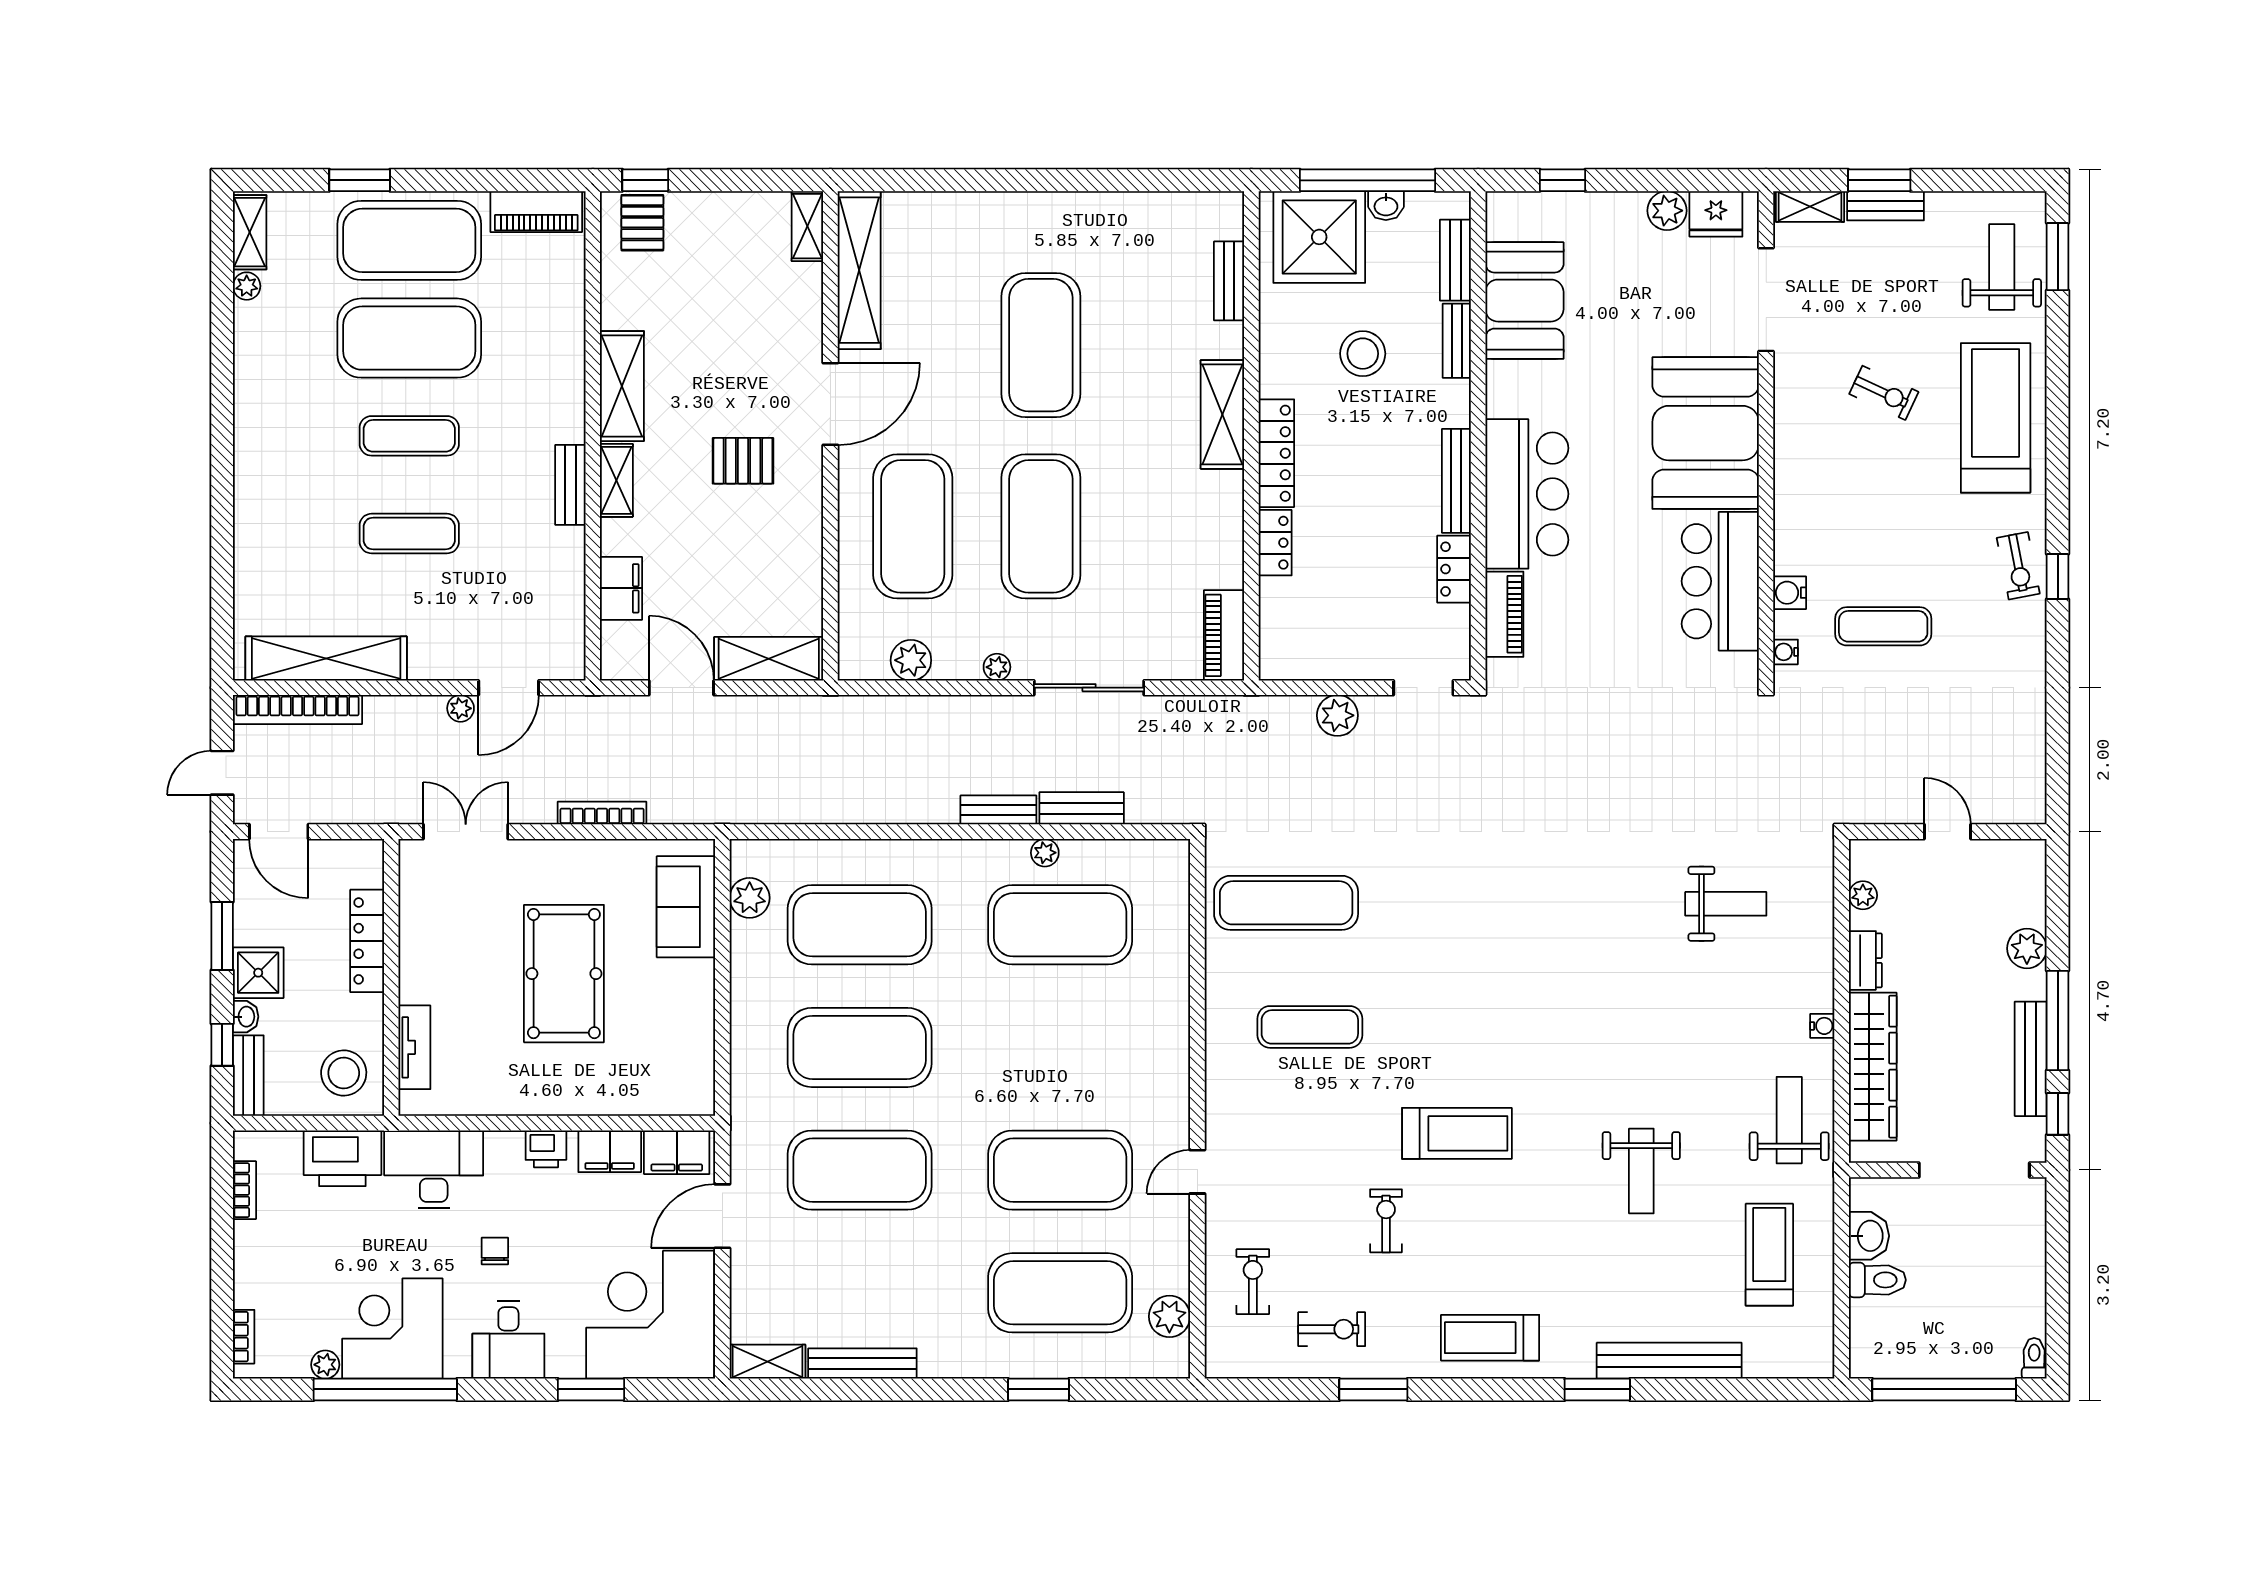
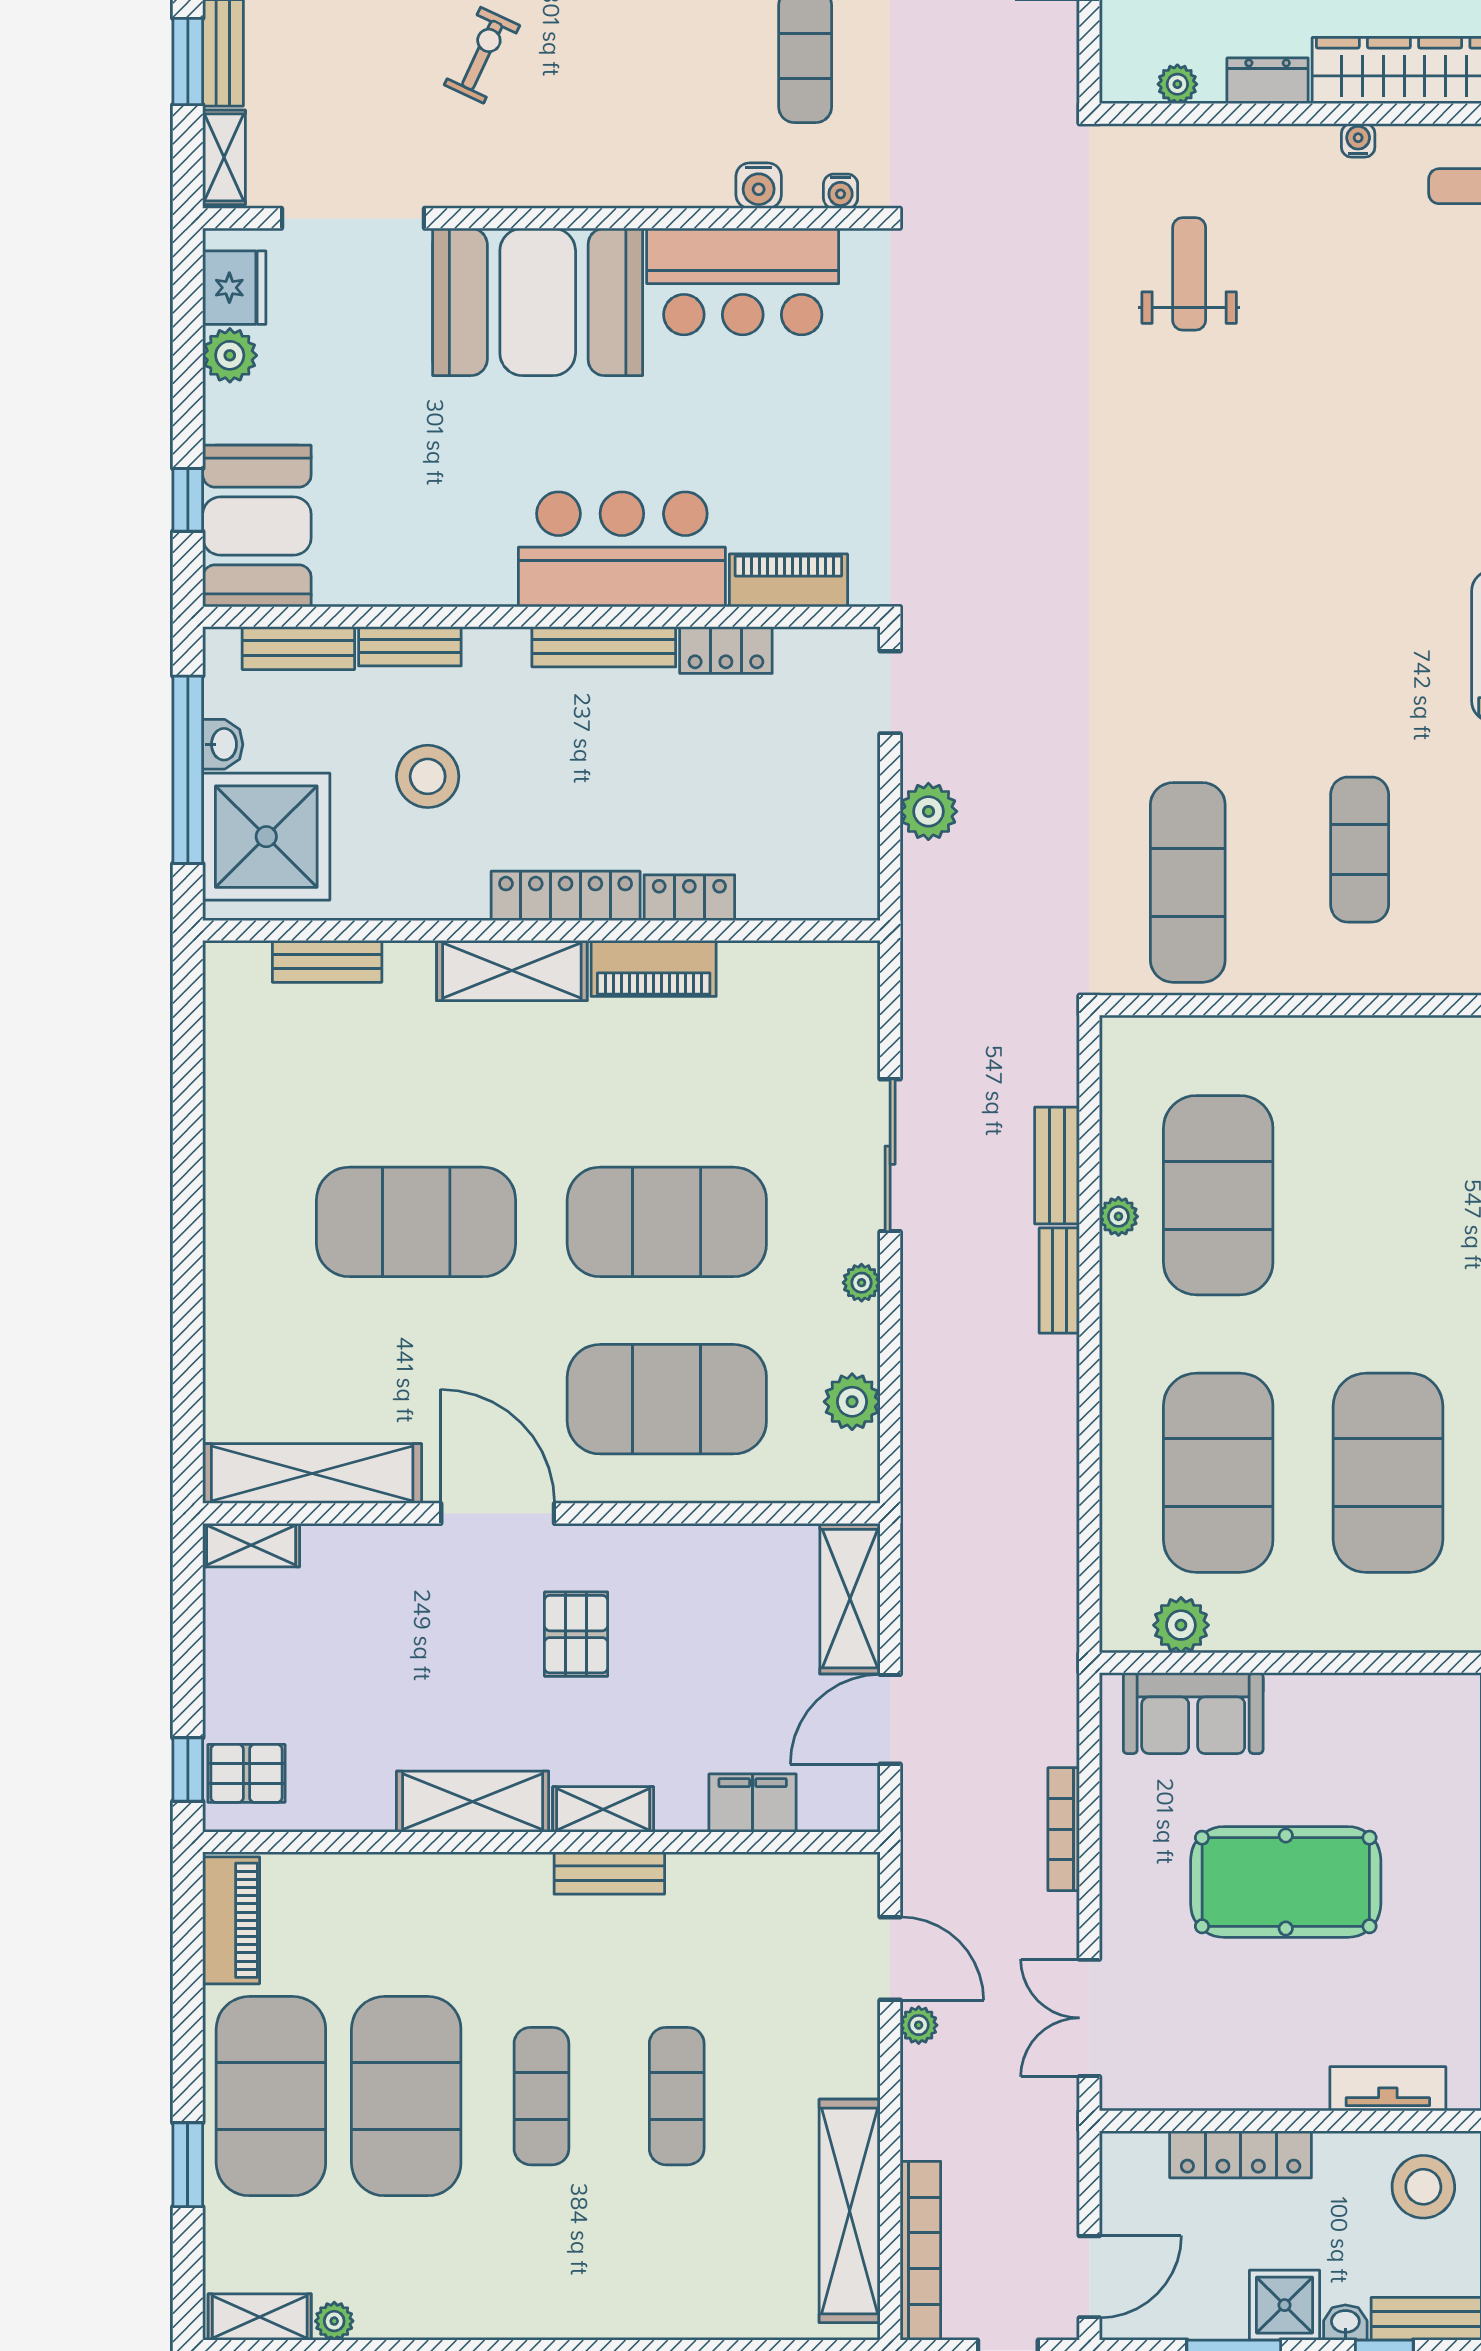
booth: (1524, 301) -> (257, 526), moved, turned 90
piano: (1224, 635) -> (654, 968), moved

